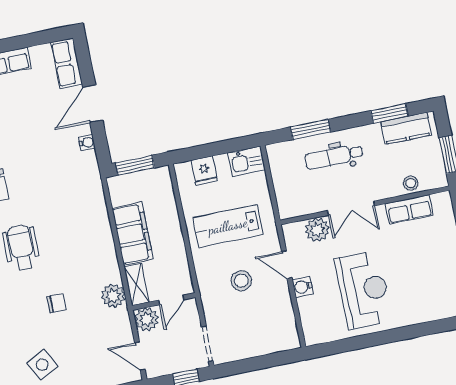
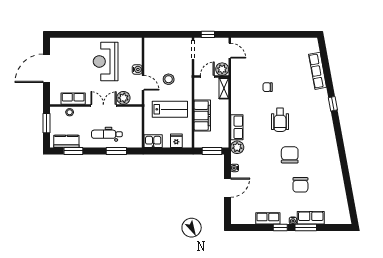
row of seats: (67, 63) -> (237, 127), moved
dental chair: (334, 157) -> (107, 134), turned 180
filing cabinet: (133, 234) -> (202, 116), moved, turned 180
plant: (113, 296) -> (237, 147), moved
side table: (42, 365) -> (282, 57), removed

